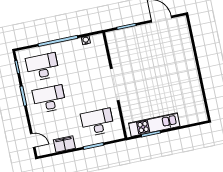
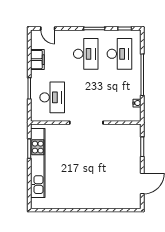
kitchen unit: (154, 125) -> (38, 163), width x1.36
door: (33, 140) -> (48, 29), hinge flipped

